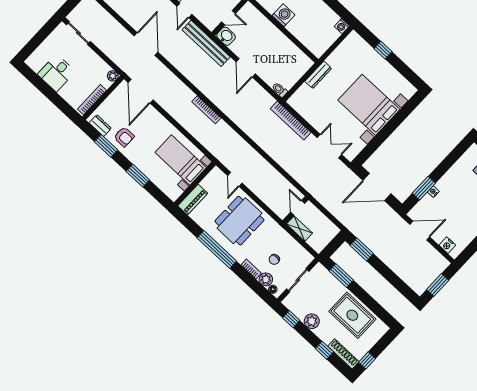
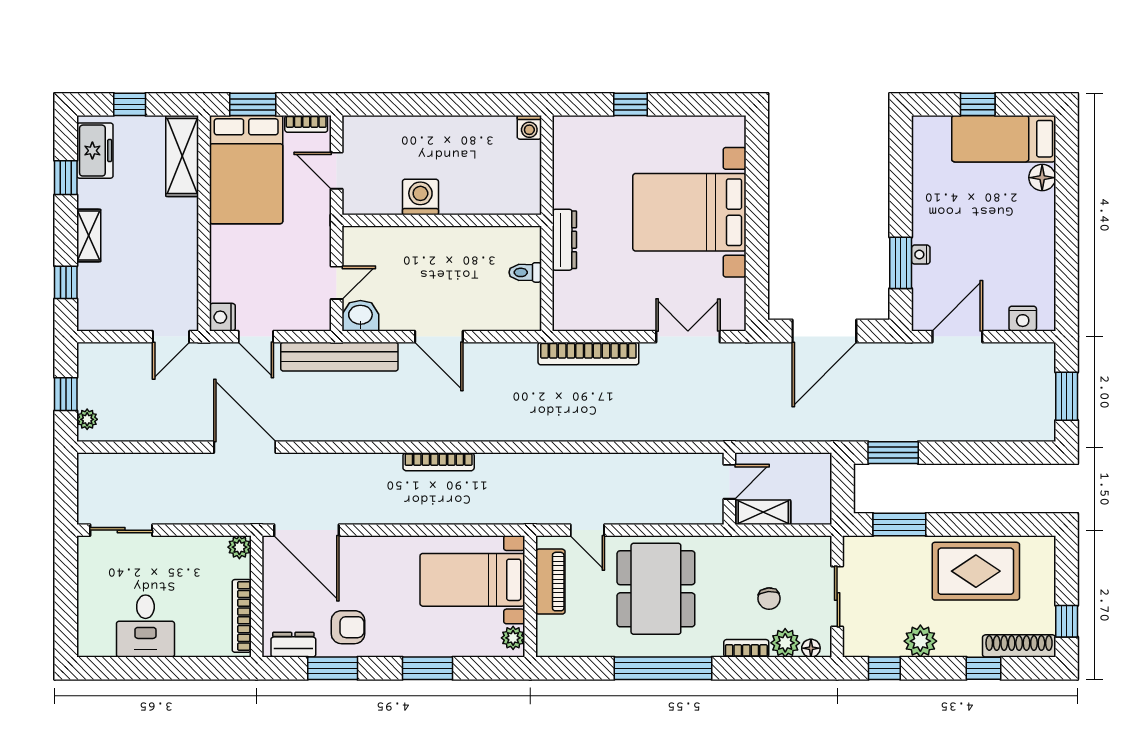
toilet: (280, 90) -> (525, 272), moved
plant: (176, 192) -> (513, 638), added
piano: (193, 200) -> (550, 582), moved
door: (298, 208) -> (729, 482), swing flipped

